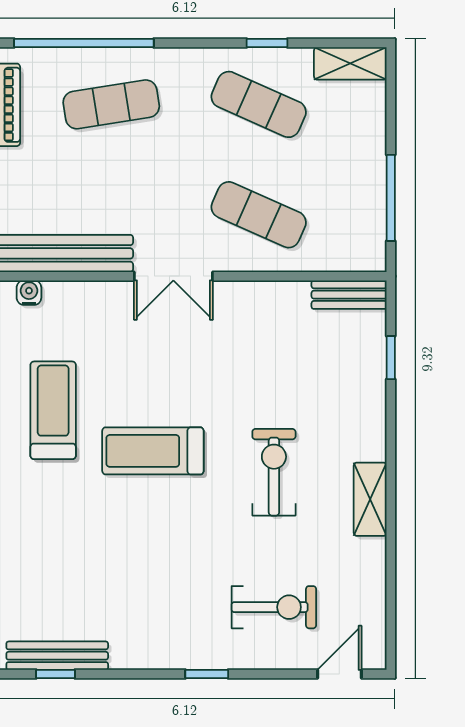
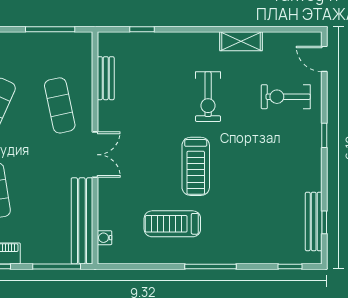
exercise mat: (259, 215) -> (60, 105), turned -36
bench: (349, 295) -> (106, 78), moved
exercise bike: (274, 472) -> (208, 97), turned -90
shelving: (370, 499) -> (241, 41), moved
exercise bike: (274, 607) -> (286, 97), turned -90

